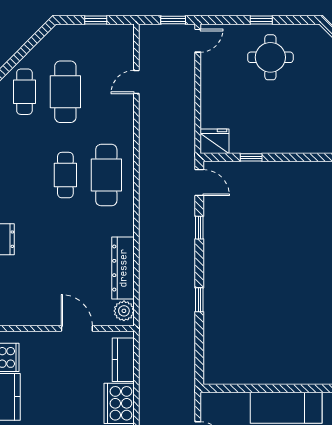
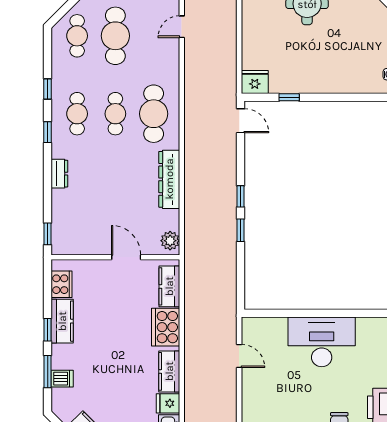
cafe table: (24, 175) -> (77, 114), added
window: (199, 228) -> (241, 196), moved
dresser: (123, 268) -> (169, 179), moved

